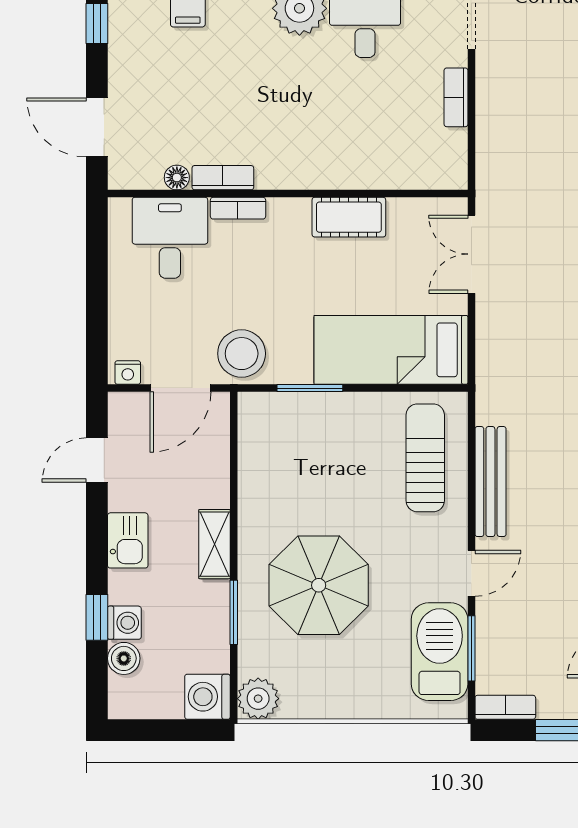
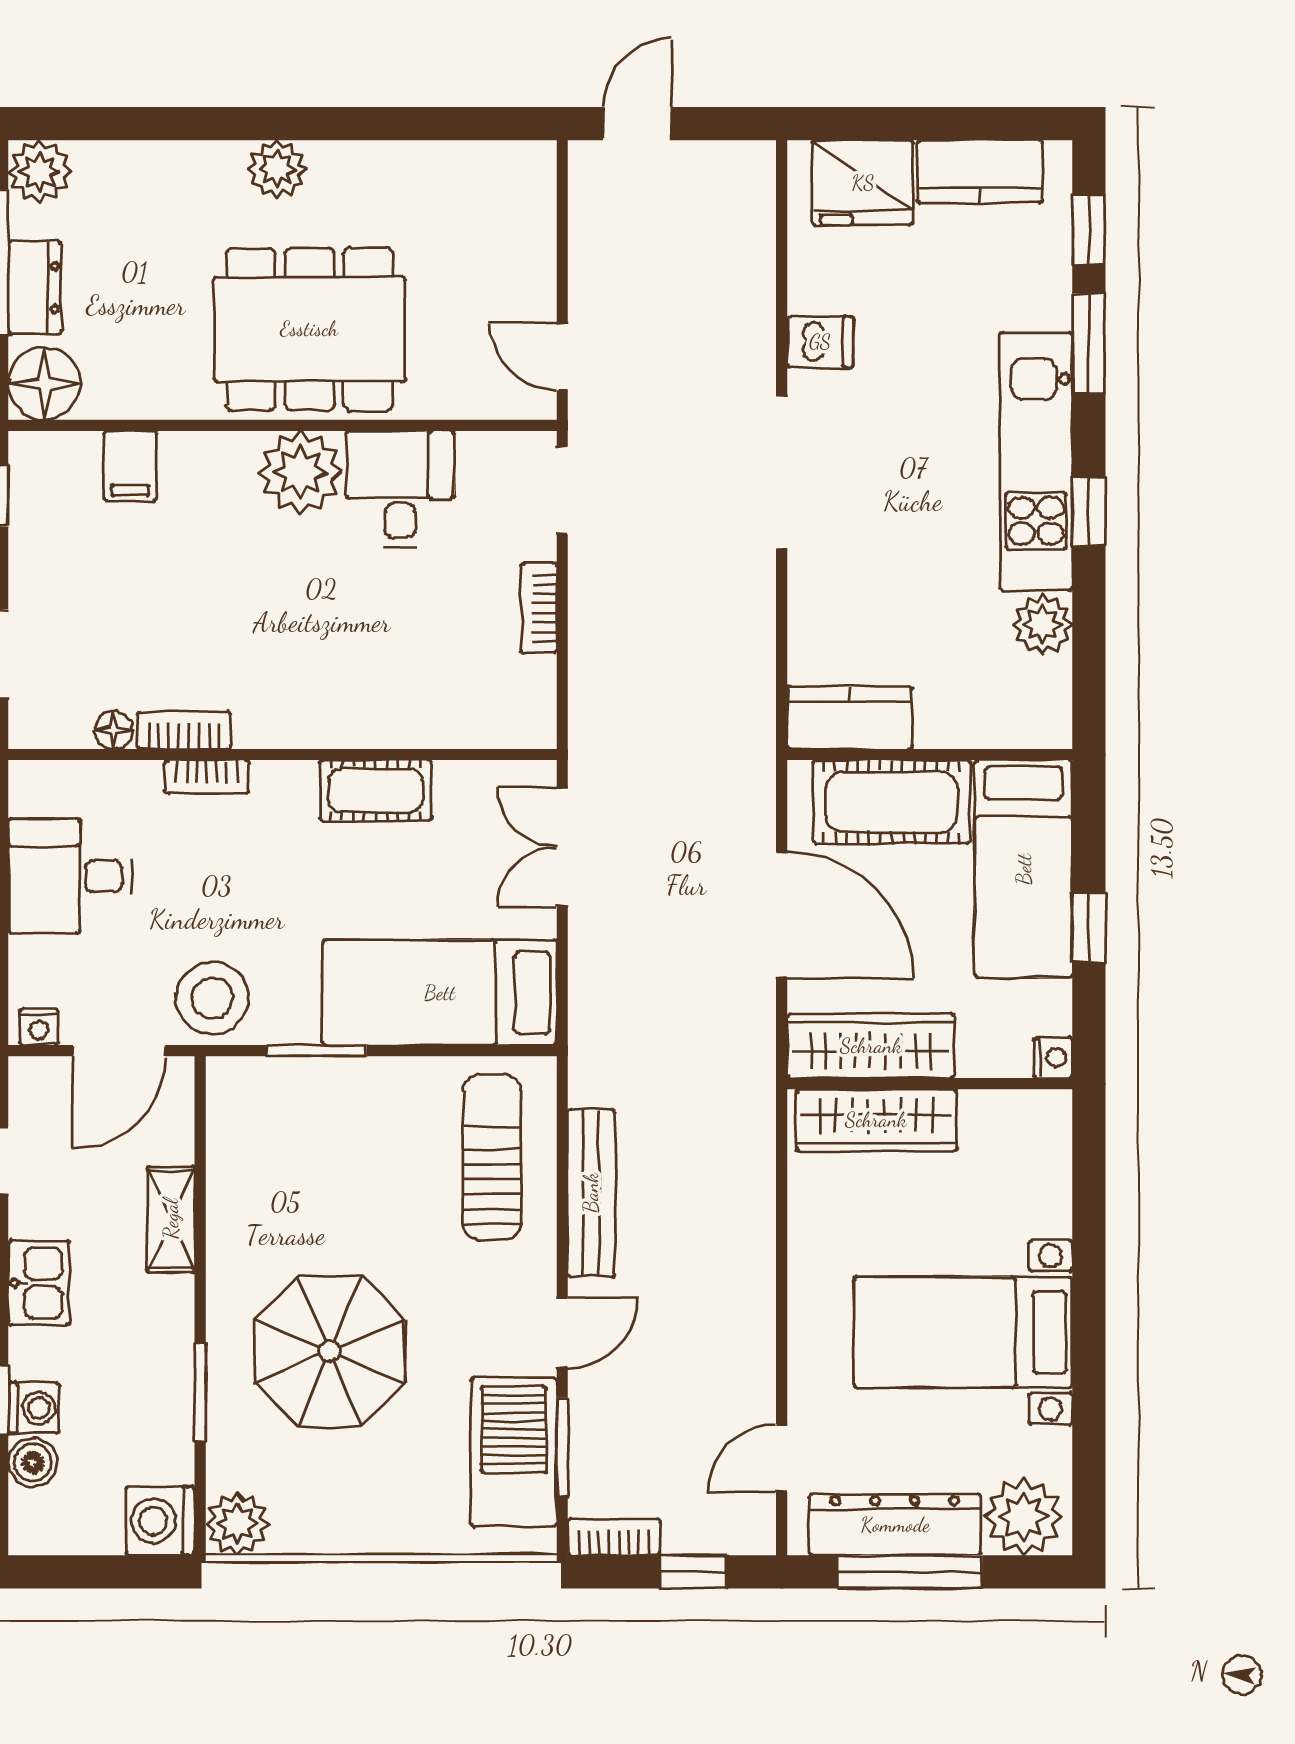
desk: (170, 238) -> (70, 876), moved, turned -90
shelving: (214, 544) -> (171, 1219), moved

